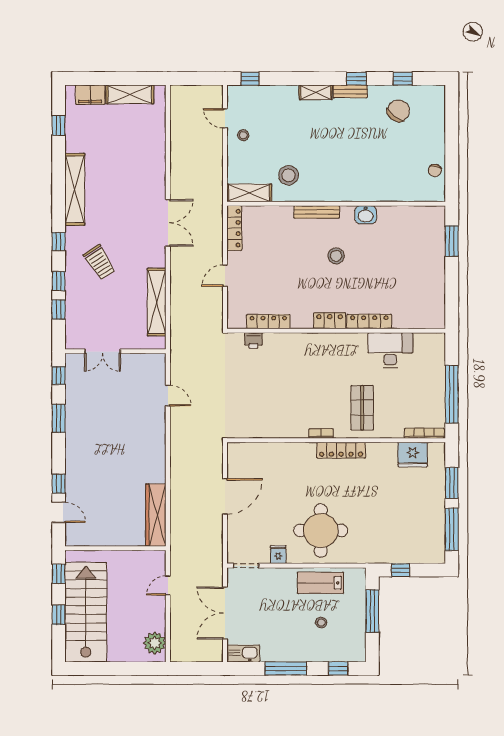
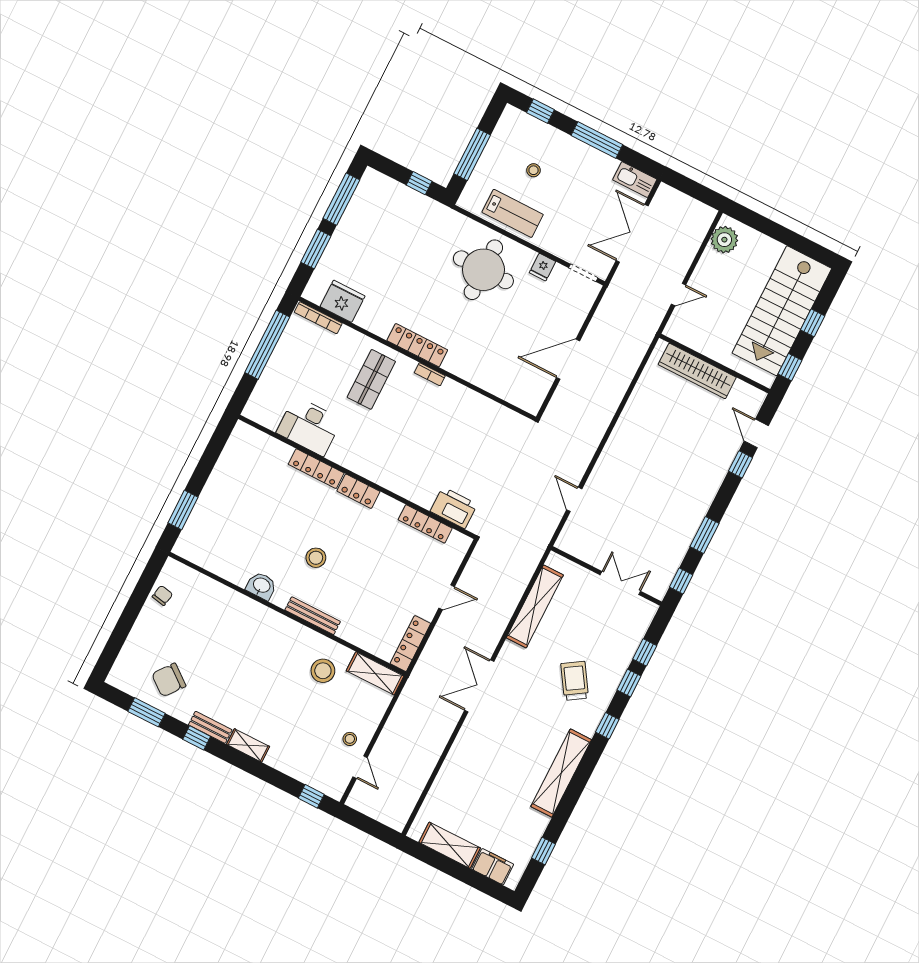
window: (403, 79) -> (146, 712), width x1.50
printer: (253, 340) -> (454, 508), width x1.87, depth x1.48
wardrobe: (156, 515) -> (697, 371), moved, turned 90
double door: (225, 613) -> (632, 233), swing flipped

